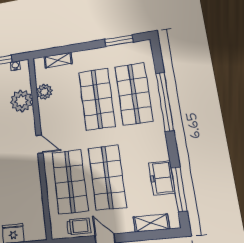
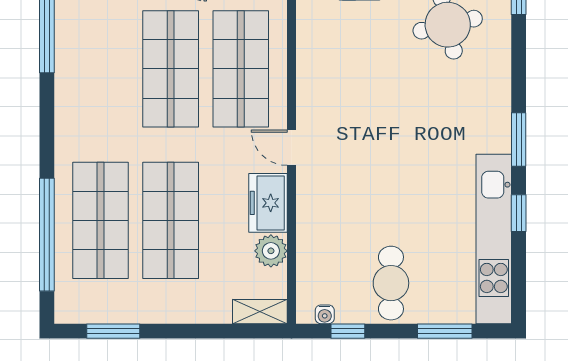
shelving: (58, 60) -> (260, 312), moved
plant: (21, 101) -> (319, 239), removed
window: (165, 102) -> (47, 235), moved
freezer: (162, 178) -> (268, 203), moved, turned 180

